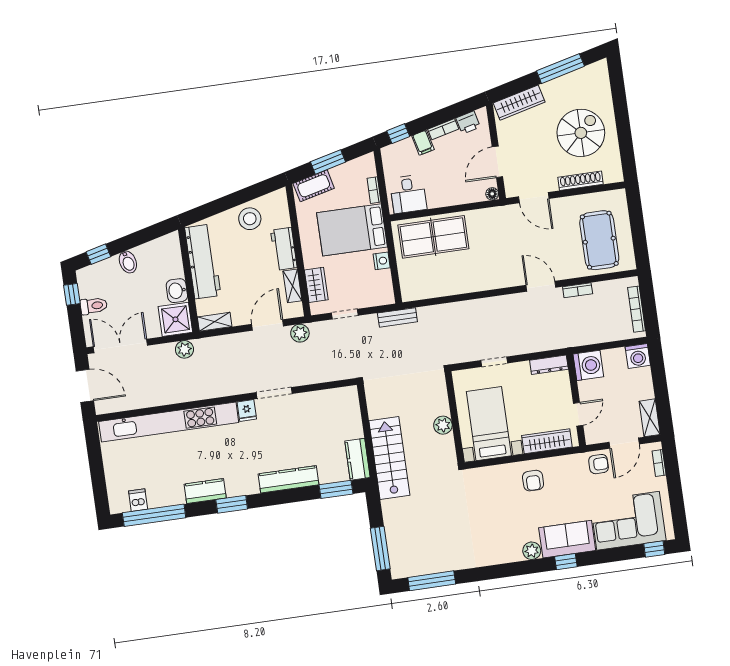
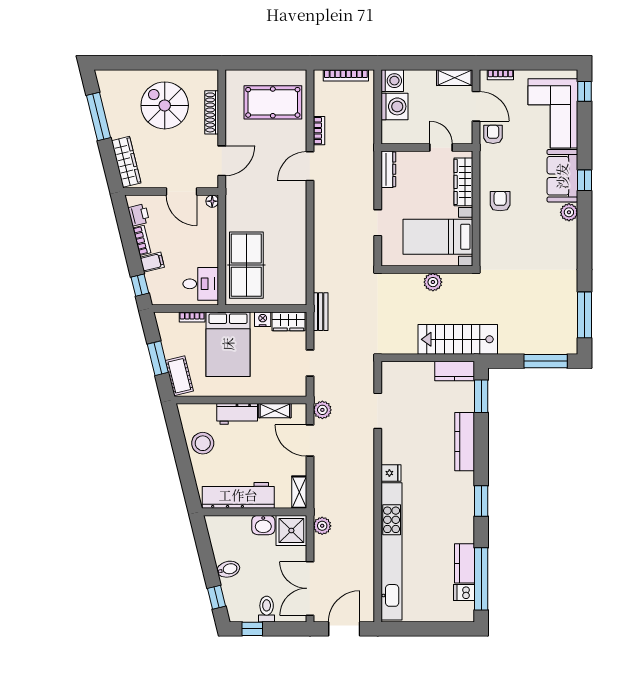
wardrobe: (316, 285) -> (289, 321), moved, turned 180
washing machine: (588, 365) -> (395, 106), moved, turned 90
doorway: (274, 393) -> (378, 411), moved
armchair: (533, 481) -> (500, 201), turned -90
kitchen counter: (205, 491) -> (464, 563), moved

